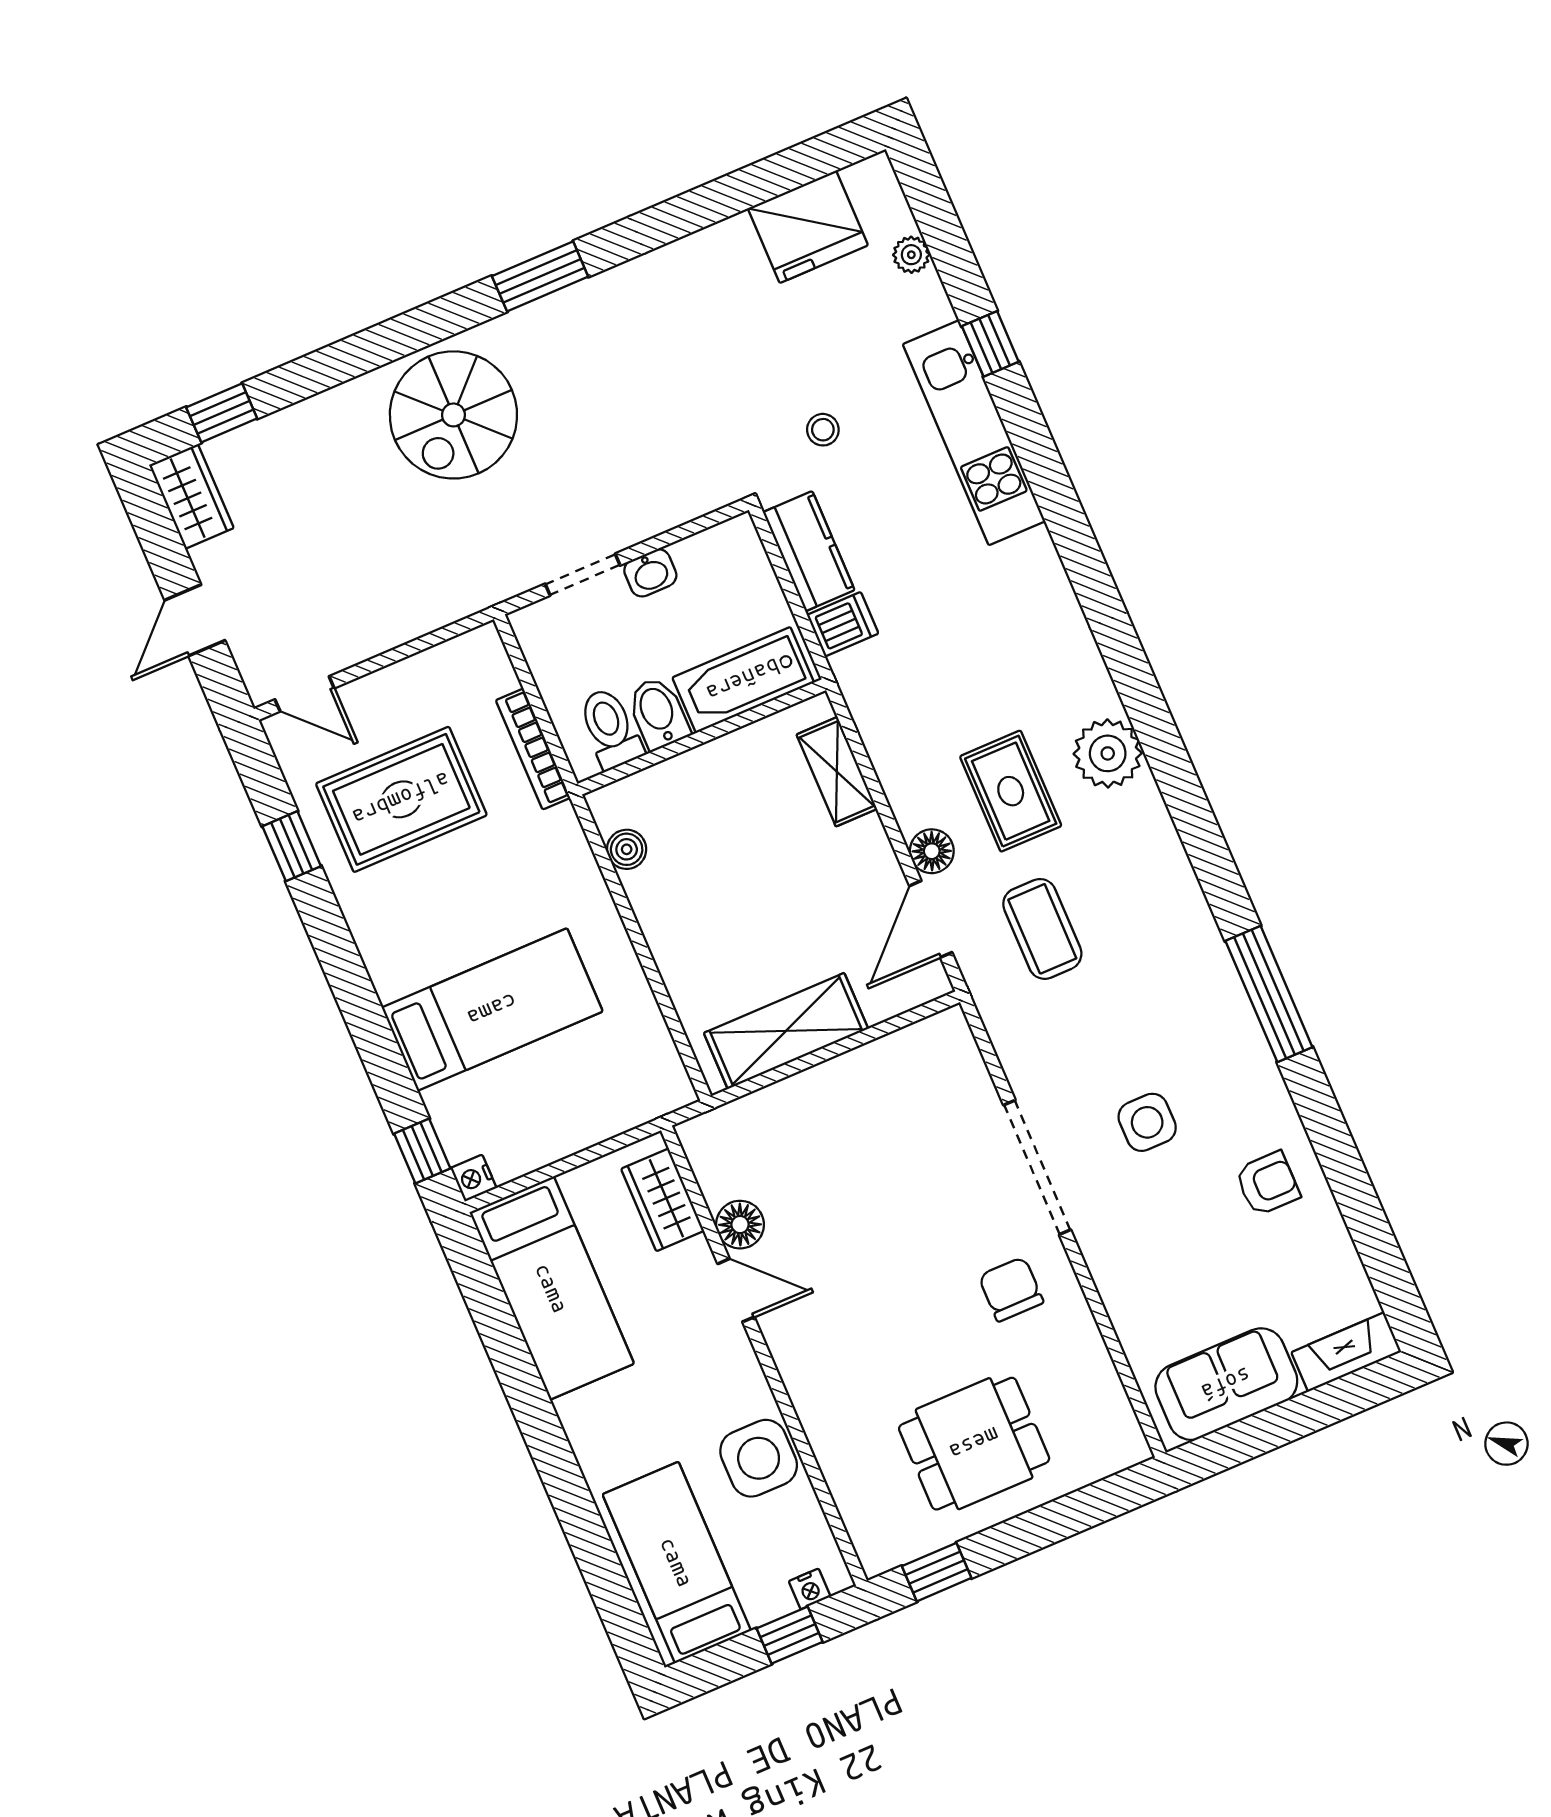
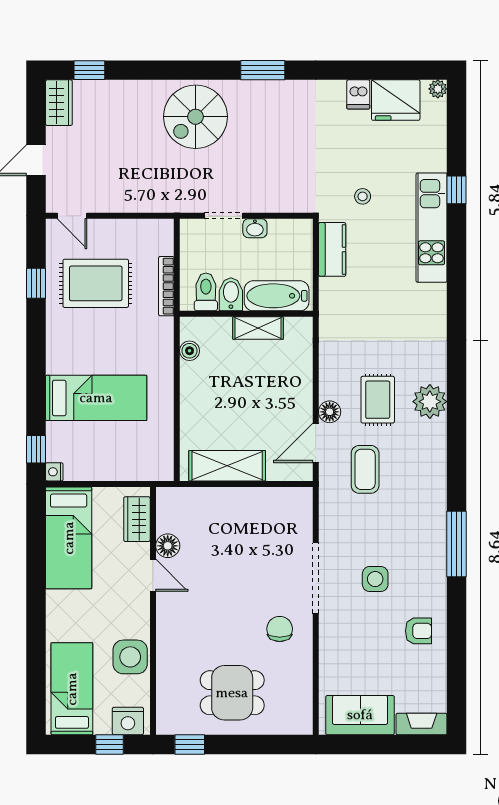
plant: (911, 255) -> (438, 89), moved
dishwasher: (843, 624) -> (358, 94), moved, turned 90
shelving: (837, 772) -> (258, 328), moved, turned 90
nightstand: (810, 1589) -> (128, 721), width x1.89, depth x1.79

